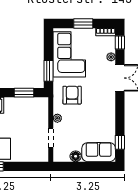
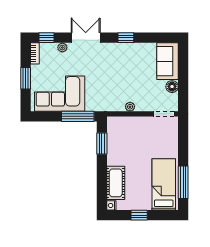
window: (48, 71) -> (78, 116), width x1.44
armchair: (72, 95) -> (104, 90), removed
doorway: (51, 138) -> (164, 114), moved
window: (120, 142) -> (126, 38), moved

